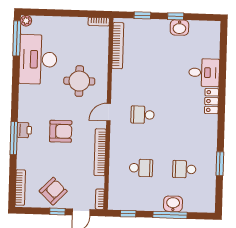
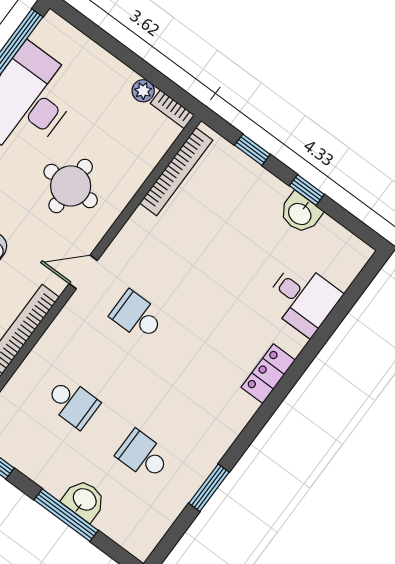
plant: (26, 21) -> (143, 91), moved
desk: (204, 73) -> (303, 298), moved

